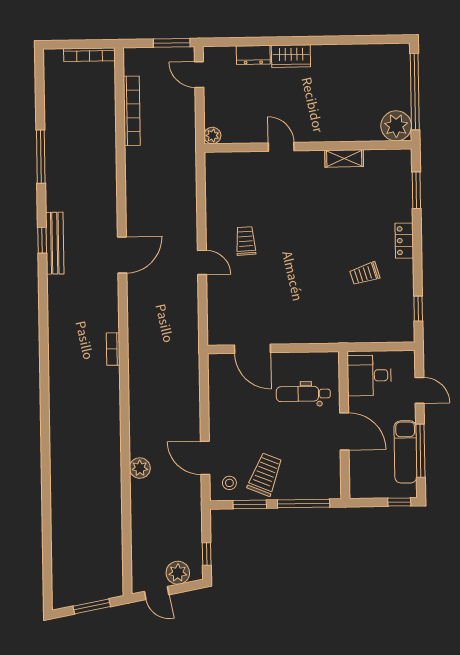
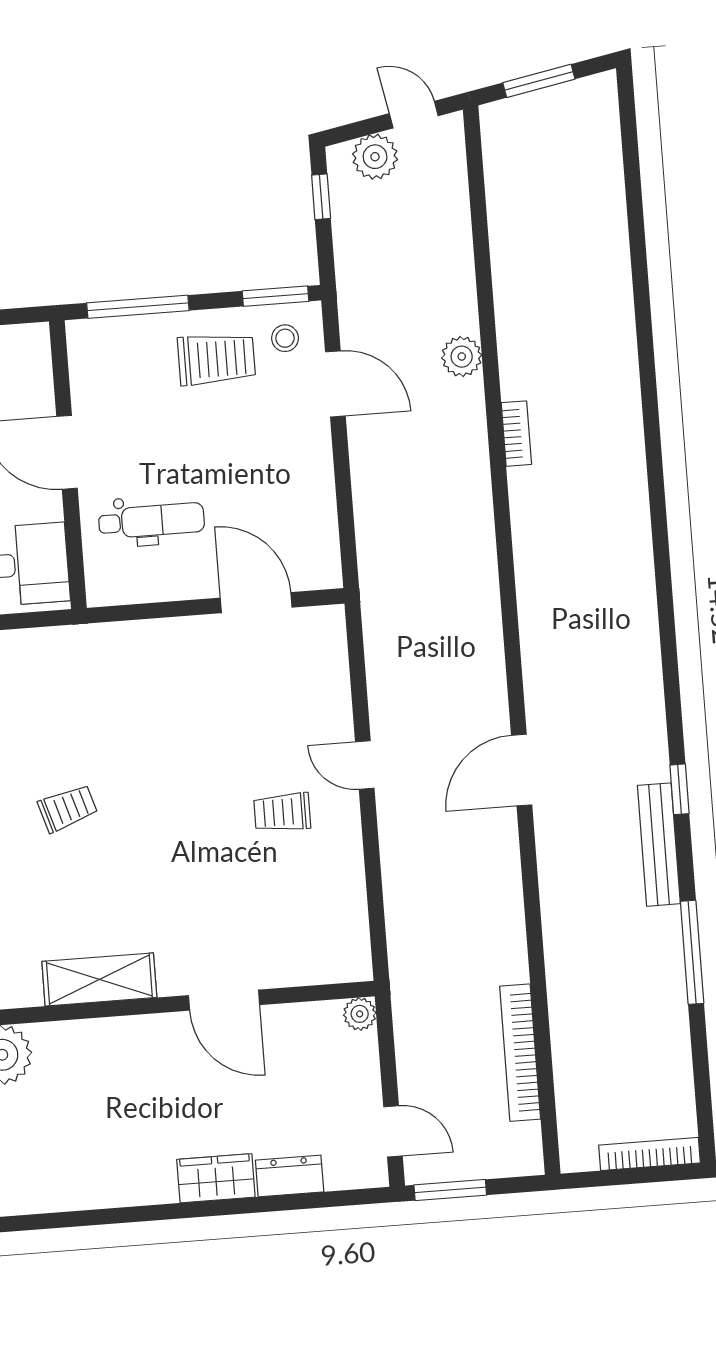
bookcase: (89, 55) -> (650, 1154), moved
door: (281, 147) -> (224, 1000), width x1.38
shelving: (344, 158) -> (99, 979), width x1.50, depth x1.33
trolley: (246, 241) -> (282, 812), turned 93
bench: (55, 243) -> (659, 845), moved
trolley: (365, 274) -> (68, 808), moved
bookcase: (113, 349) -> (516, 434), moved
trolley: (265, 474) -> (216, 359), turned -112
window: (250, 504) -> (275, 296), moved

